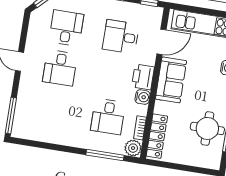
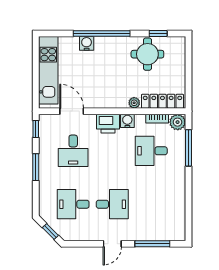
sofa: (171, 80) -> (107, 96), removed
plant: (160, 107) -> (134, 103), added
window: (11, 116) -> (152, 244), moved
desk: (108, 117) -> (151, 151), turned 180

